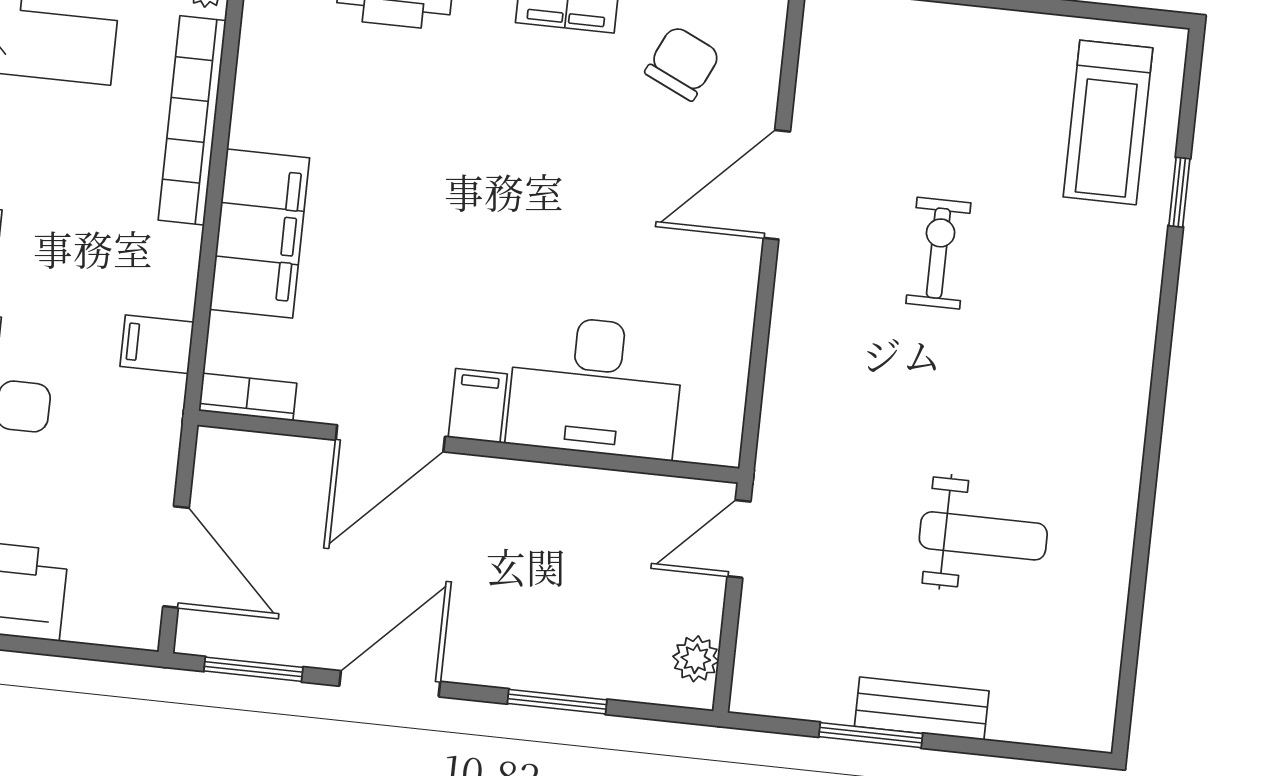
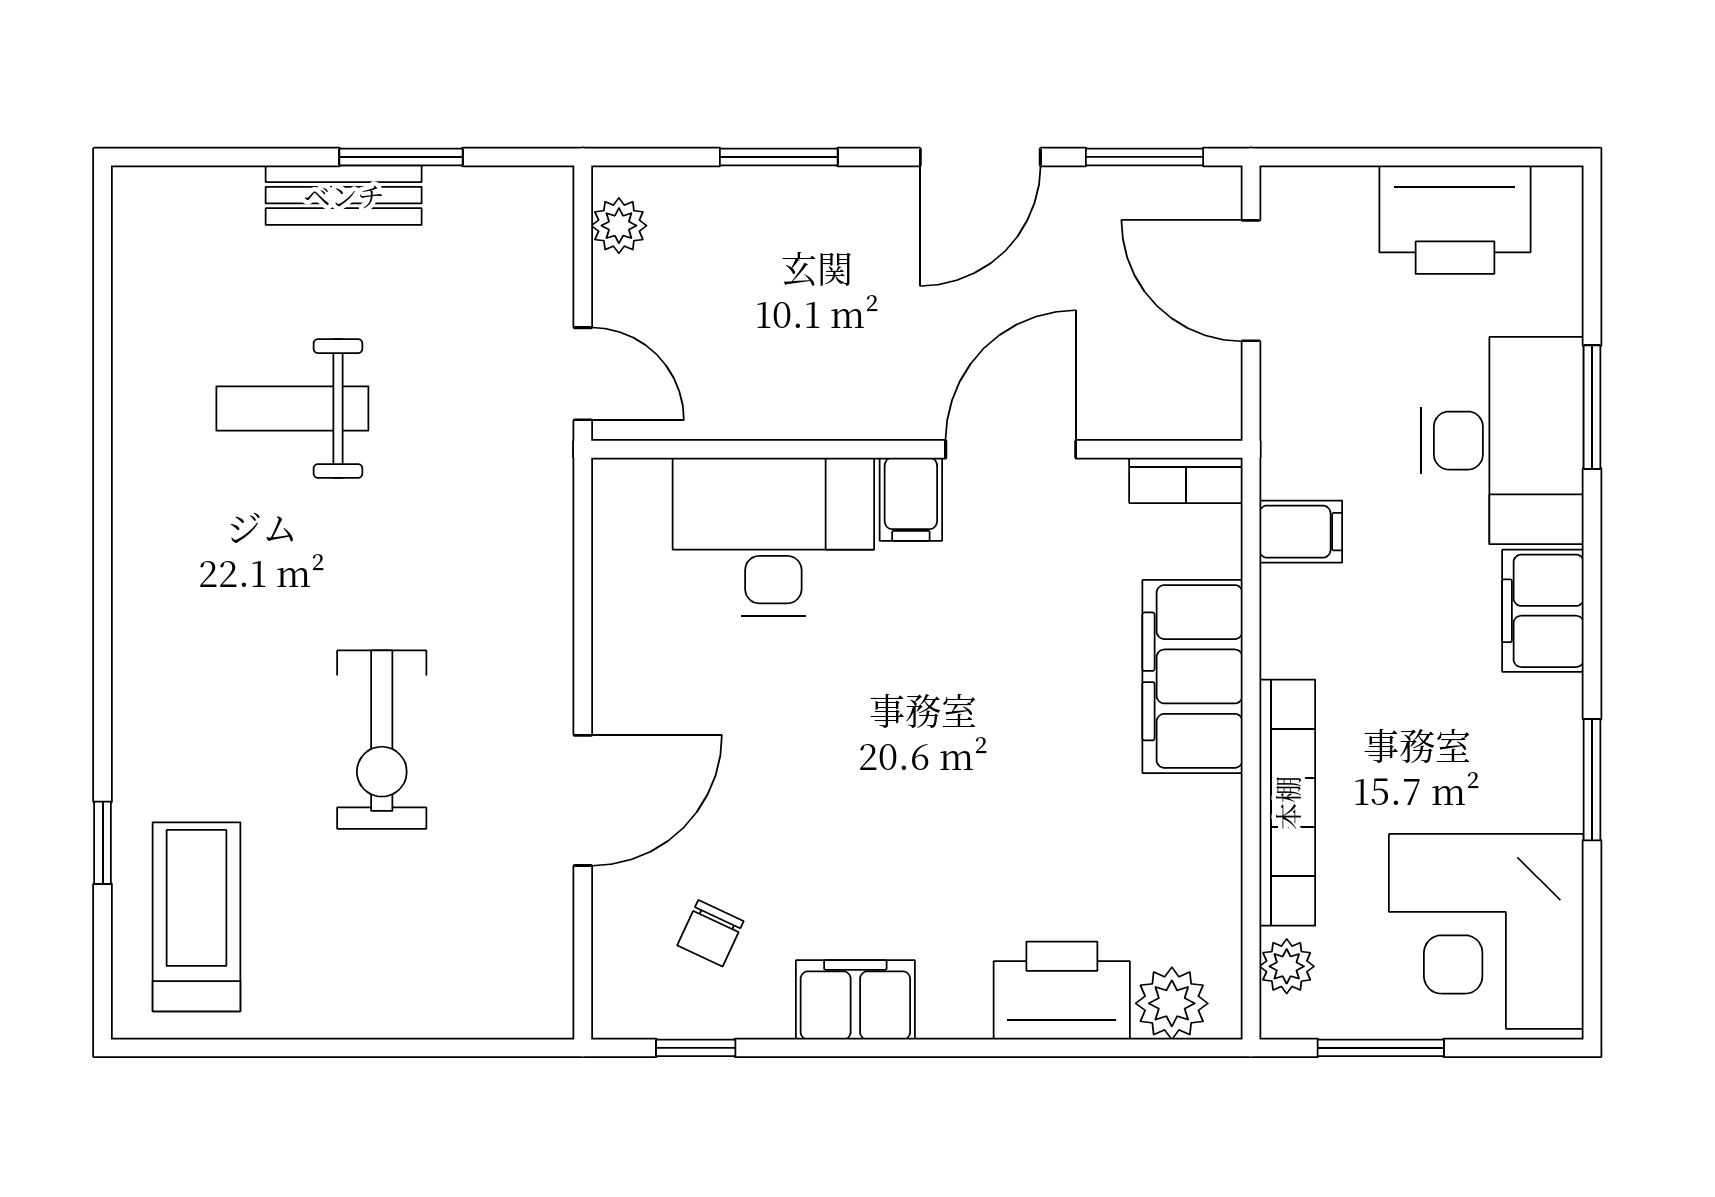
chair: (683, 63) -> (710, 933), width x0.73, depth x0.73
exercise bike: (938, 253) -> (382, 740), width x1.38, depth x1.39
door: (739, 539) -> (583, 374), hinge flipped

